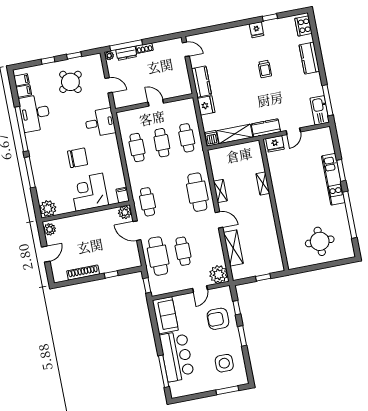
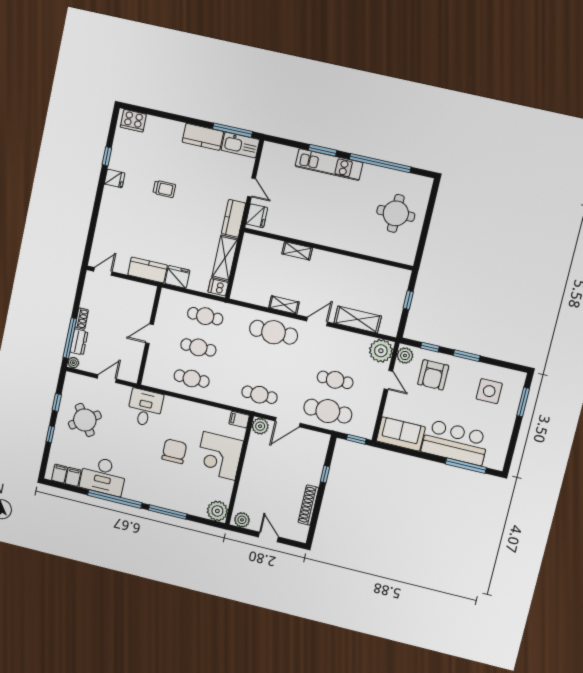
kitchen counter: (309, 58) -> (203, 137), moved
plant: (223, 293) -> (405, 355), added

